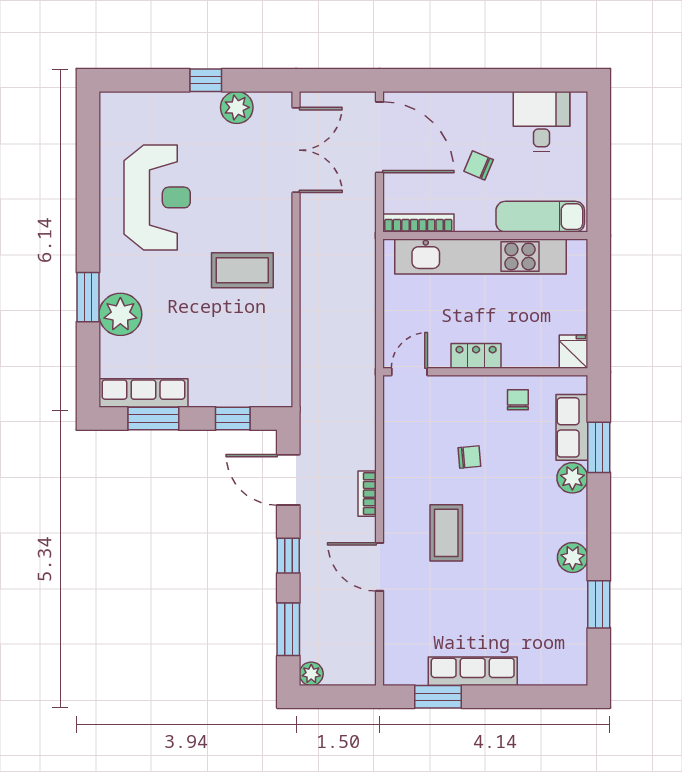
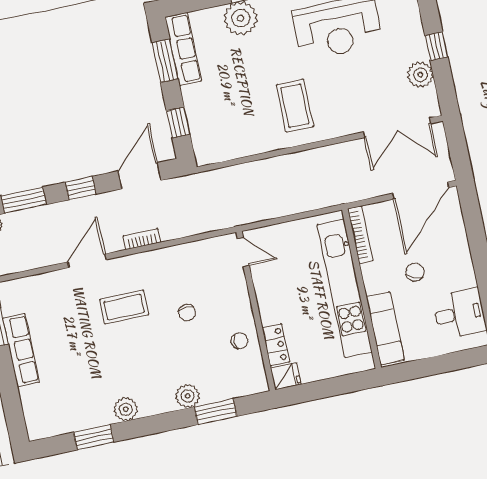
locker: (476, 356) -> (276, 345), moved
row of seats: (572, 427) -> (227, 387), removed

